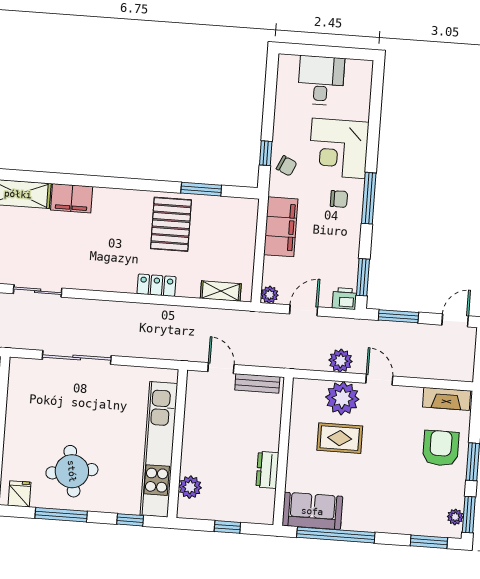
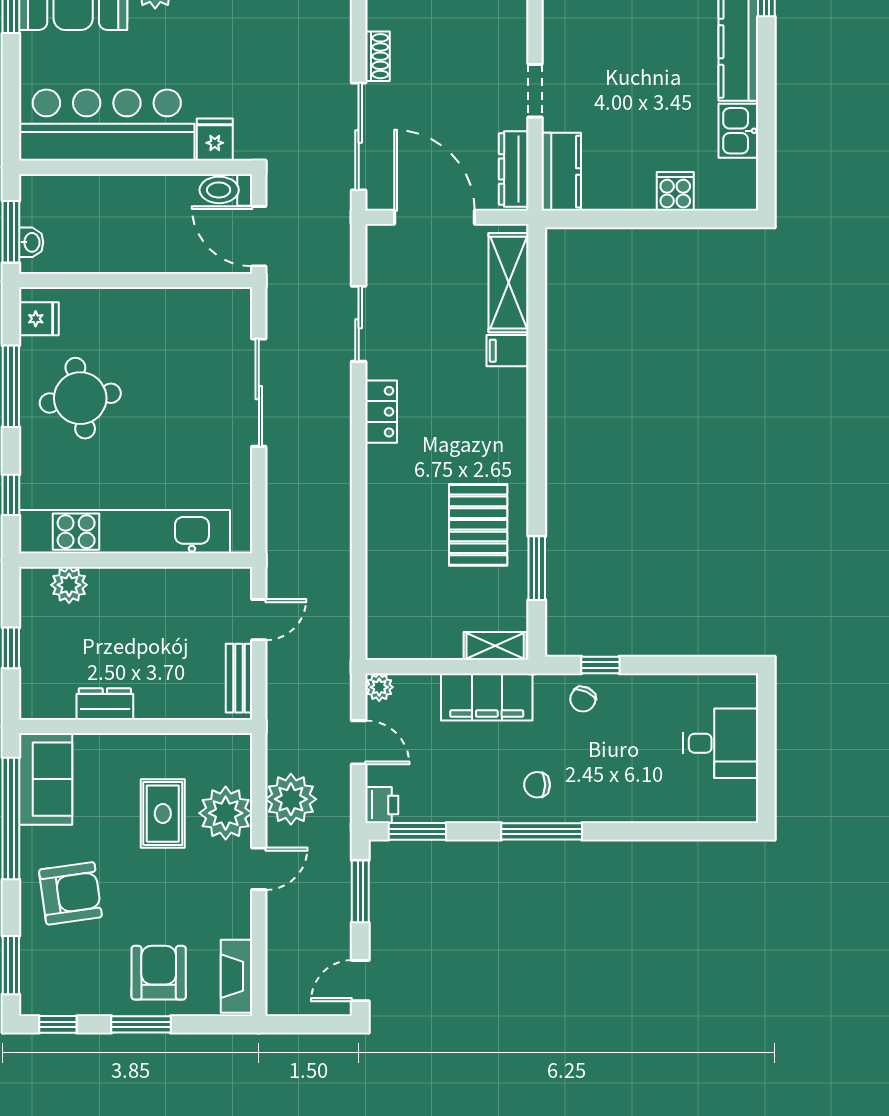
corner desk: (339, 148) -> (616, 778), removed
filing cabinet: (72, 198) -> (507, 351), width x0.50
chair: (339, 199) -> (537, 785), turned 90
pallet: (171, 224) -> (478, 525), turned 90
locker: (157, 285) -> (381, 412), moved
shelving: (221, 291) -> (495, 646), moved, turned 90
door: (455, 320) -> (360, 981), swing flipped
plant: (341, 361) -> (291, 799), width x1.36, depth x1.36
armchair: (441, 448) -> (159, 973), turned -90
armchair: (386, 501) -> (70, 893), added
window: (469, 515) -> (58, 1024), width x0.67
plant: (455, 517) -> (53, 1003), removed

